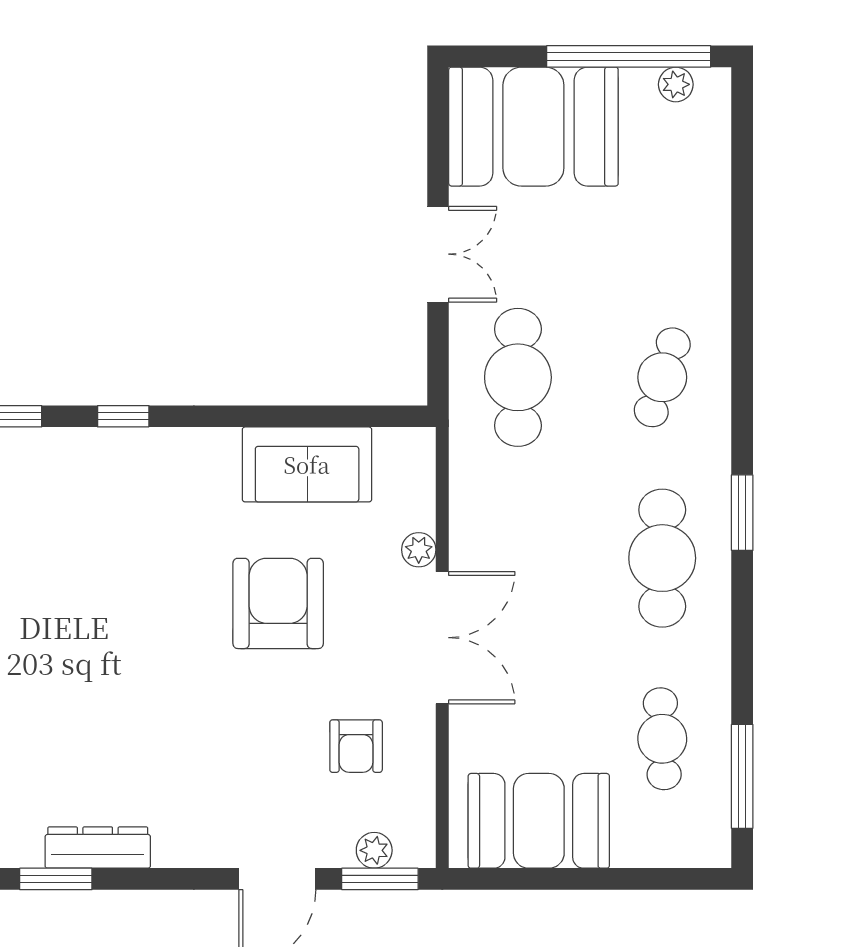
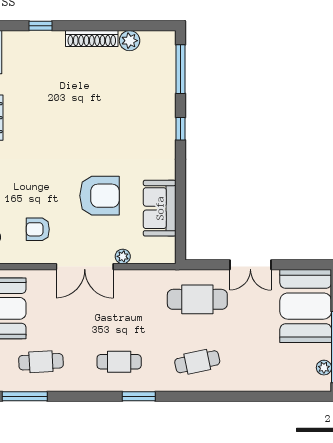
cafe table: (662, 377) -> (197, 362), turned -30
cafe table: (662, 558) -> (119, 362), width x0.73, depth x0.74

